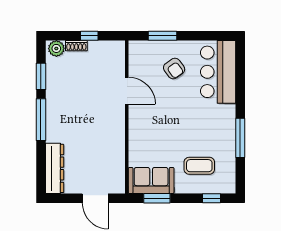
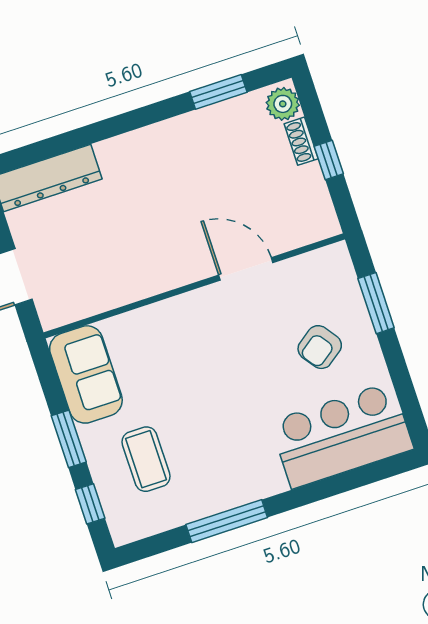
door: (127, 91) -> (246, 269), swing flipped
window: (41, 120) -> (134, 120), removed
window: (157, 198) -> (69, 439), moved

